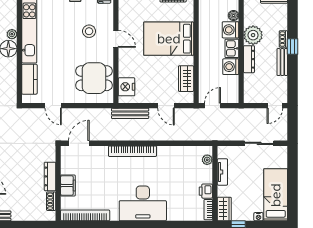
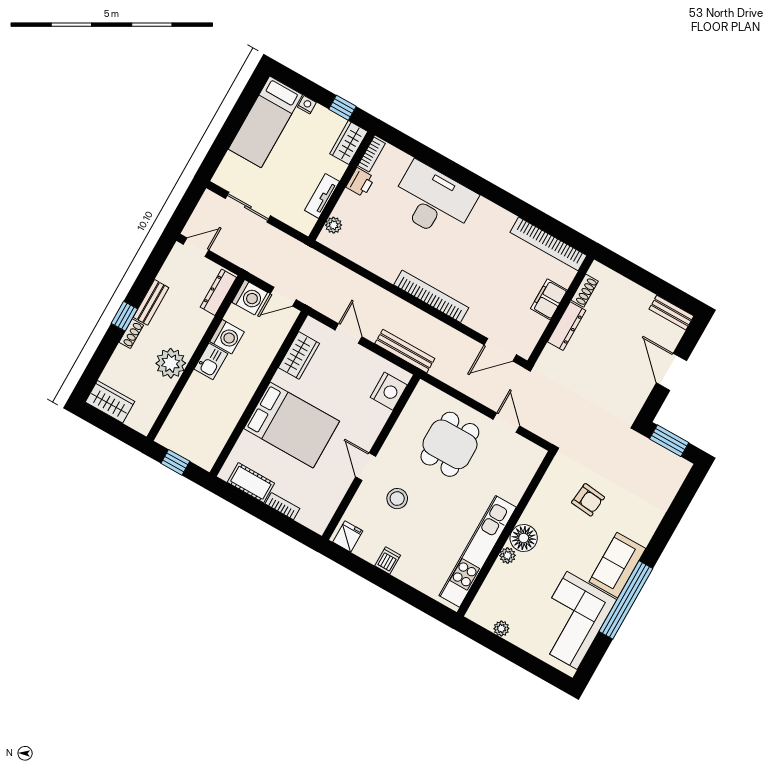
boiler: (233, 16) -> (183, 406), removed
washing machine: (230, 30) -> (250, 297), moved
dresser: (249, 59) -> (218, 292), moved
dining table: (94, 78) -> (450, 444), moved, turned 90
kitchen counter: (29, 79) -> (519, 479), removed
desk: (143, 203) -> (433, 201), moved

